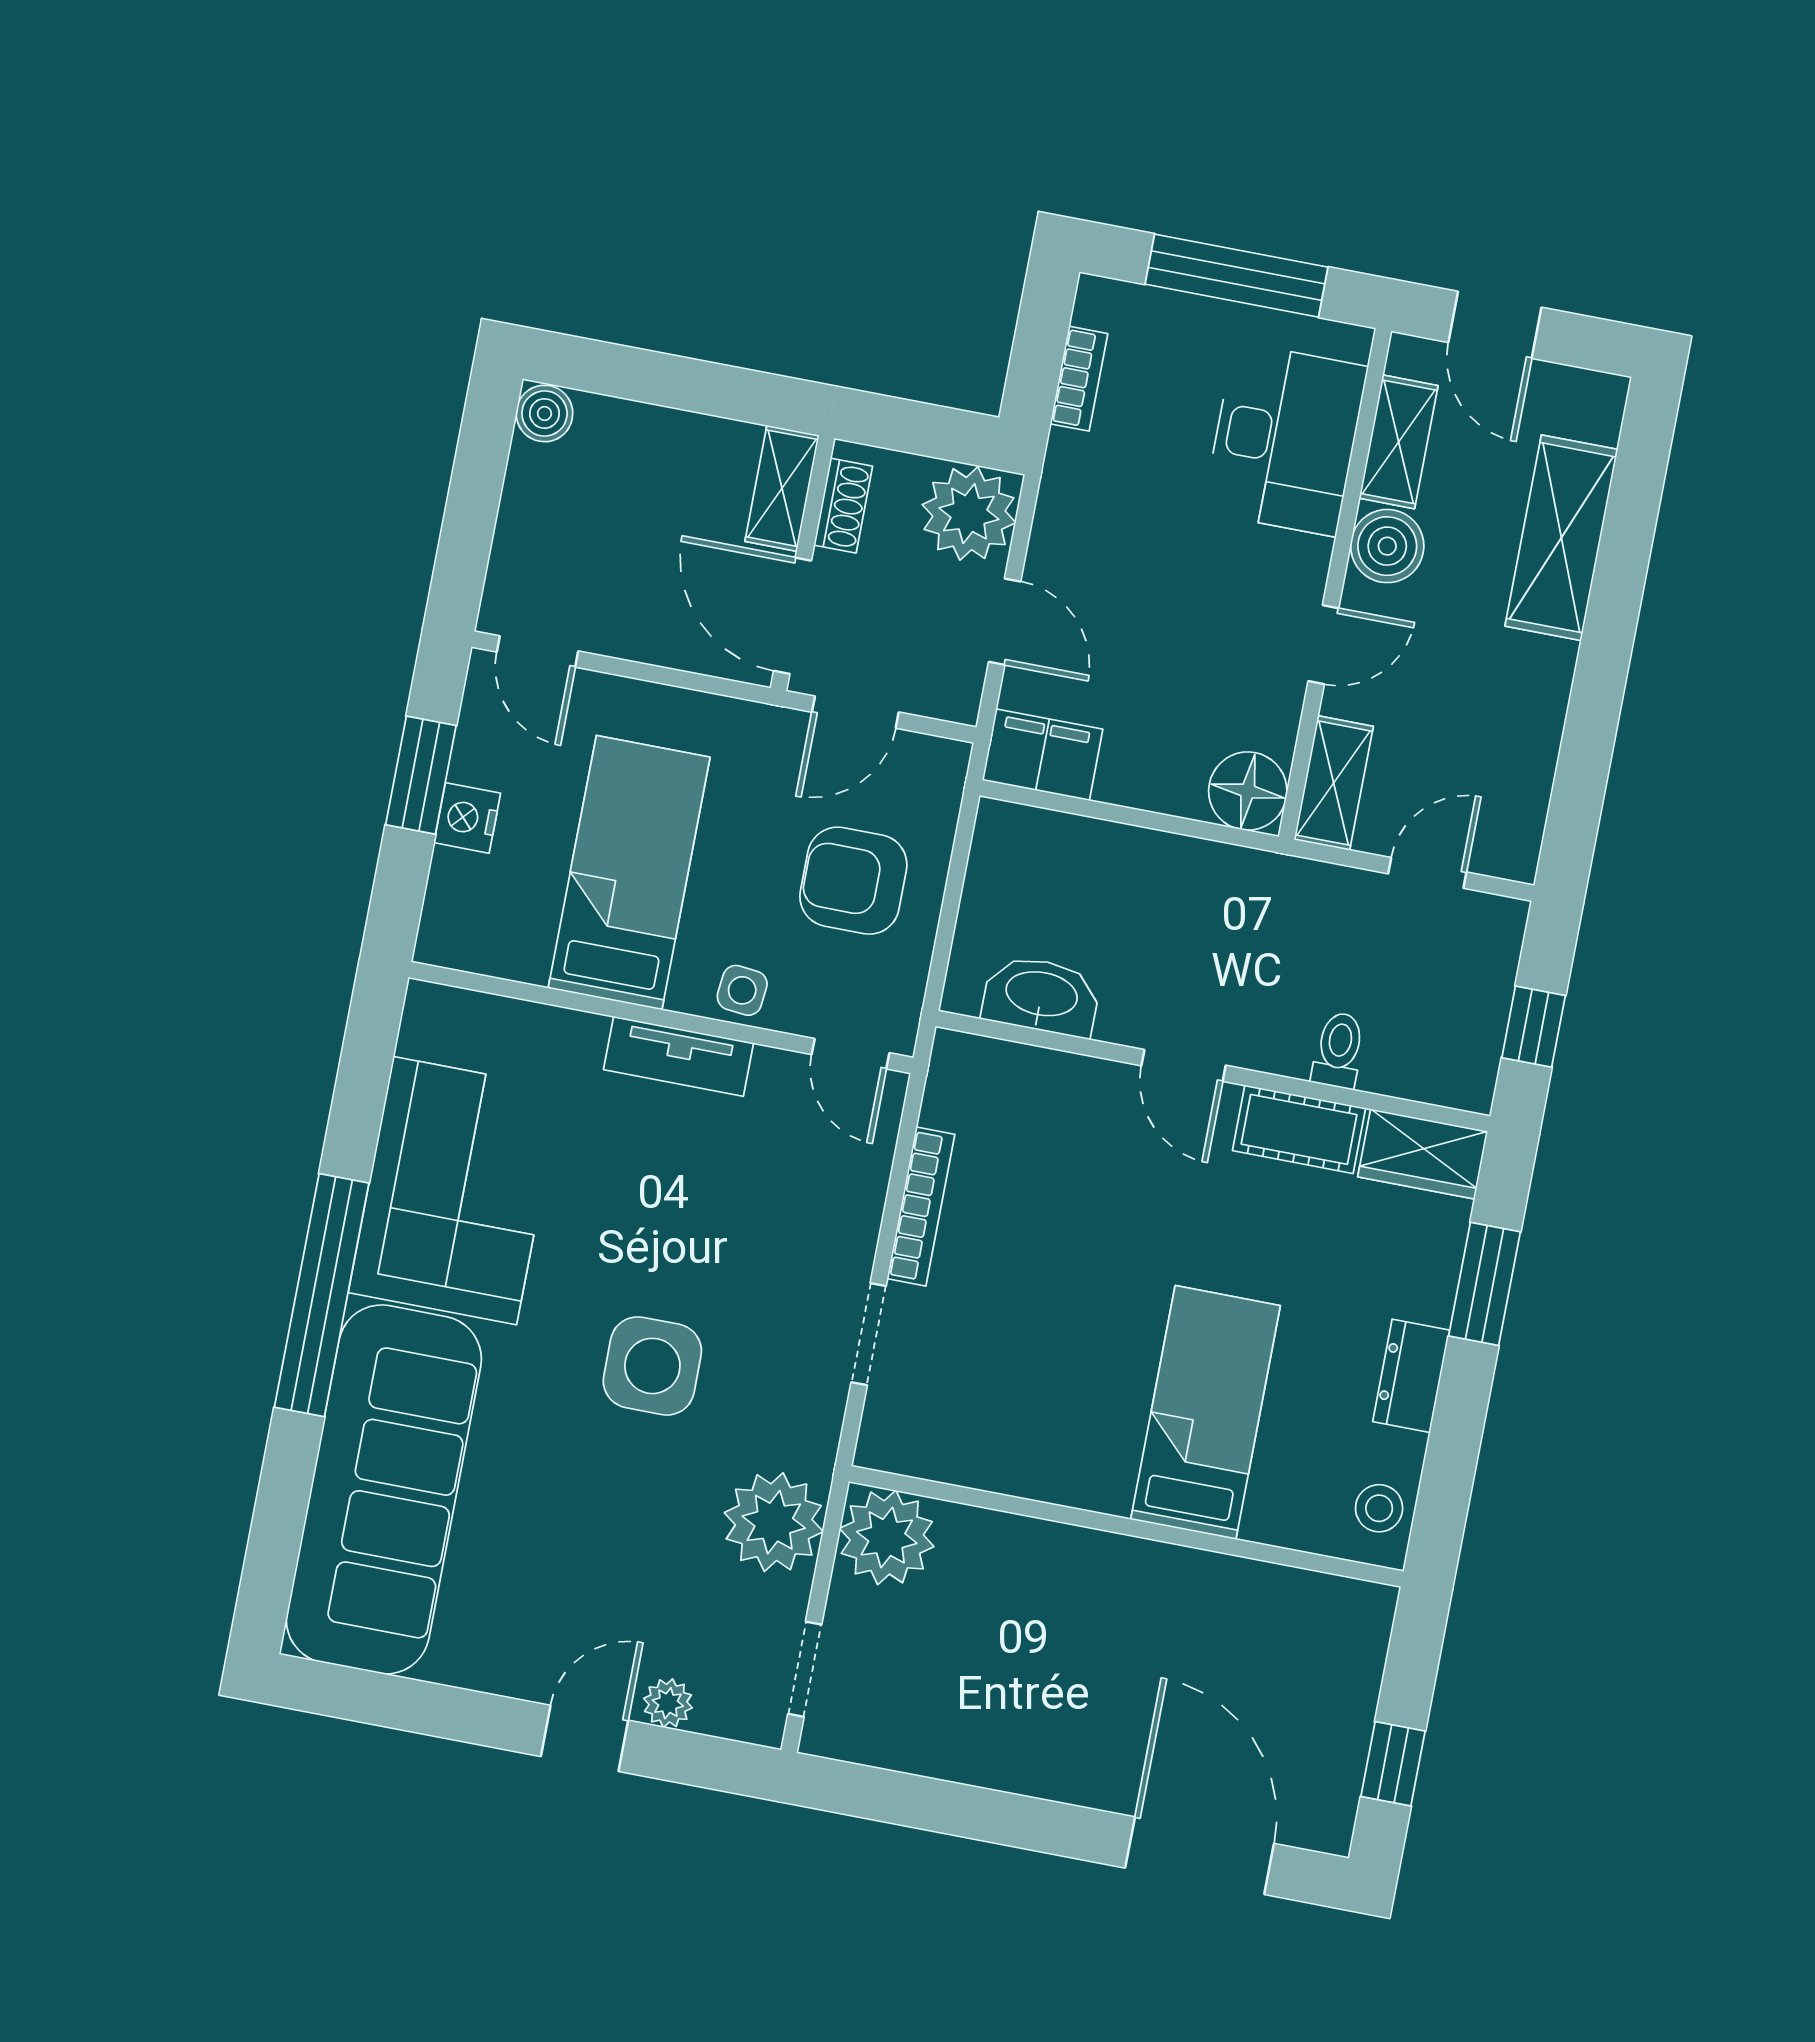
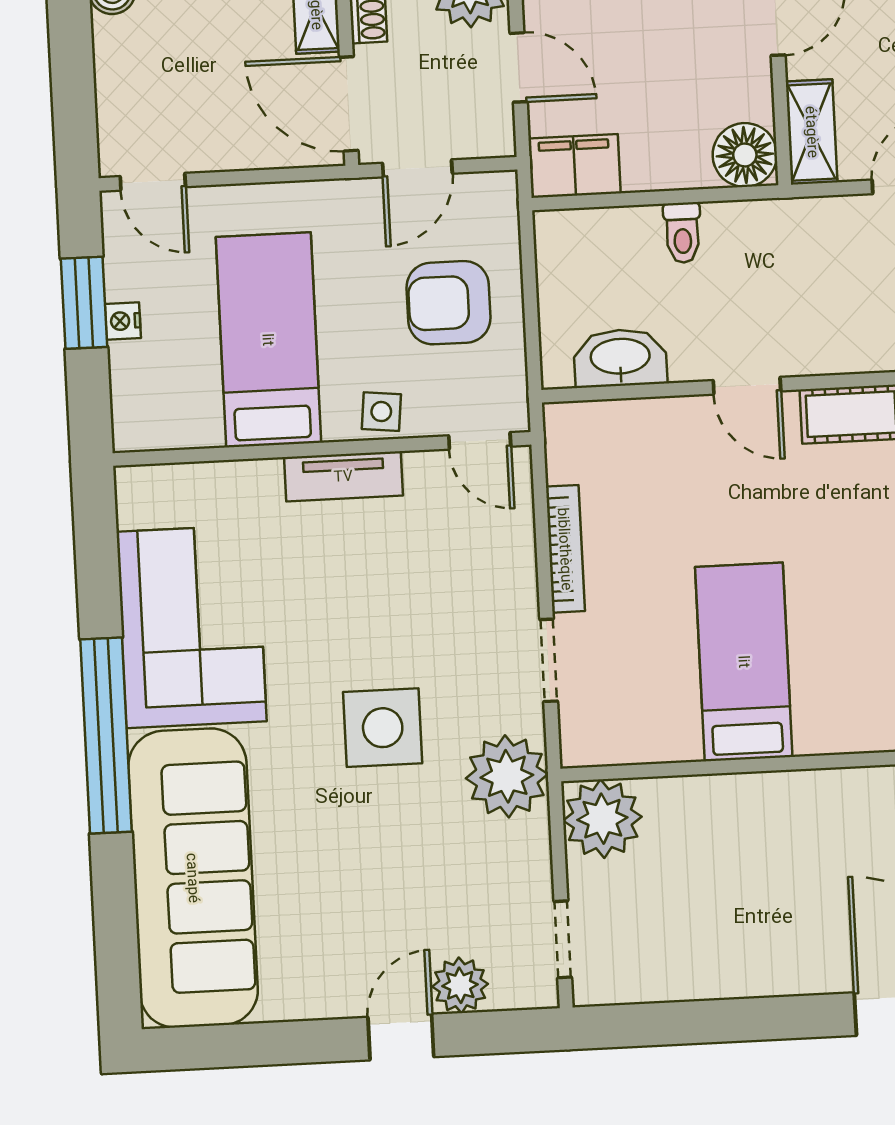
nightstand: (467, 818) -> (123, 321), width x0.72, depth x0.74
toilet: (1339, 1050) -> (682, 233), moved, turned 180
bed: (1206, 1412) -> (744, 662), moved
plant: (774, 1522) -> (507, 776), moved
plant: (668, 1703) -> (460, 985), width x1.38, depth x1.38

